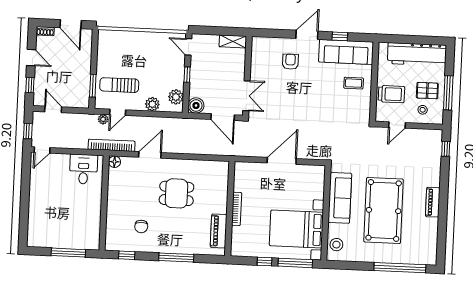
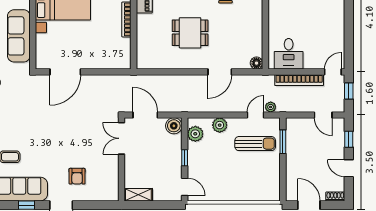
bookcase: (112, 145) -> (299, 80), moved
door: (282, 161) -> (65, 72), moved

